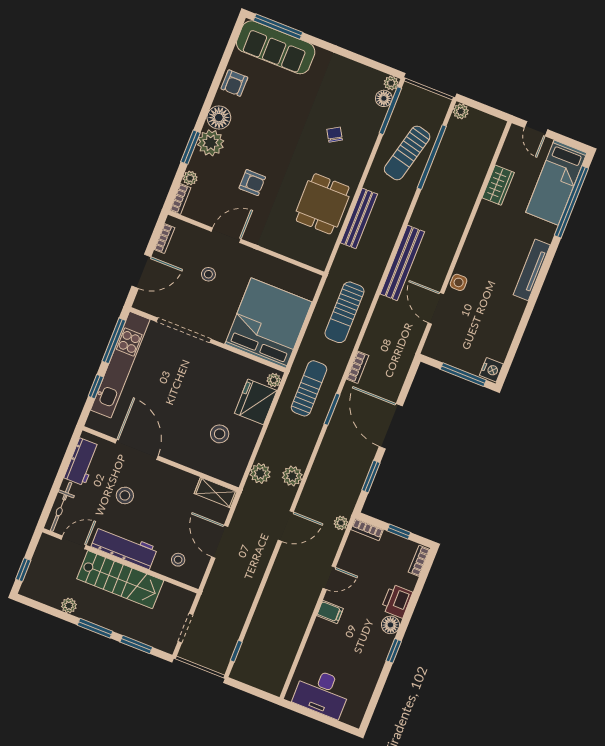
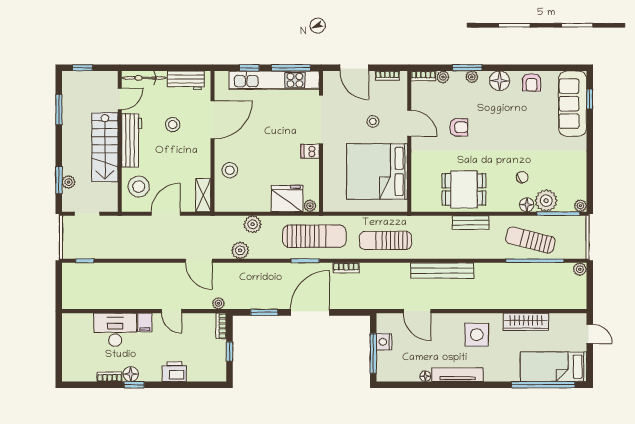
window: (278, 27) -> (590, 99), width x0.46
armchair: (234, 83) -> (532, 82), turned -90
floor lamp: (384, 98) -> (527, 205), moved
plant: (371, 119) -> (546, 201), added
door: (536, 129) -> (590, 334), swing flipped
plant: (211, 143) -> (472, 77), width x0.53, depth x0.53
armchair: (252, 183) -> (459, 127), turned -90
wardrobe: (498, 185) -> (526, 322), width x1.50
bench: (359, 218) -> (471, 223), width x0.73
tv unit: (532, 270) -> (457, 375), moved
side table: (459, 282) -> (477, 335), moved, width x1.87, depth x1.87
door: (436, 308) -> (417, 311), swing flipped
bed: (268, 323) -> (377, 171), moved, turned 180
floor lamp: (511, 327) -> (425, 376), added
dishwasher: (214, 356) -> (310, 151), added
nightstand: (491, 370) -> (384, 342), moved, turned 90
sun lounger: (309, 388) -> (314, 236), width x1.36, depth x1.34
stool: (220, 434) -> (230, 170), moved
plant: (260, 473) -> (253, 224), moved
door: (74, 542) -> (120, 99), hinge flipped
stool: (178, 560) -> (139, 187), width x1.89, depth x1.89
bookcase: (419, 561) -> (110, 377), moved
plant: (69, 606) -> (69, 182), moved
floor lamp: (390, 625) -> (131, 374), moved
window: (95, 628) -> (59, 110), moved
desk: (322, 693) -> (115, 330), moved, turned 90

